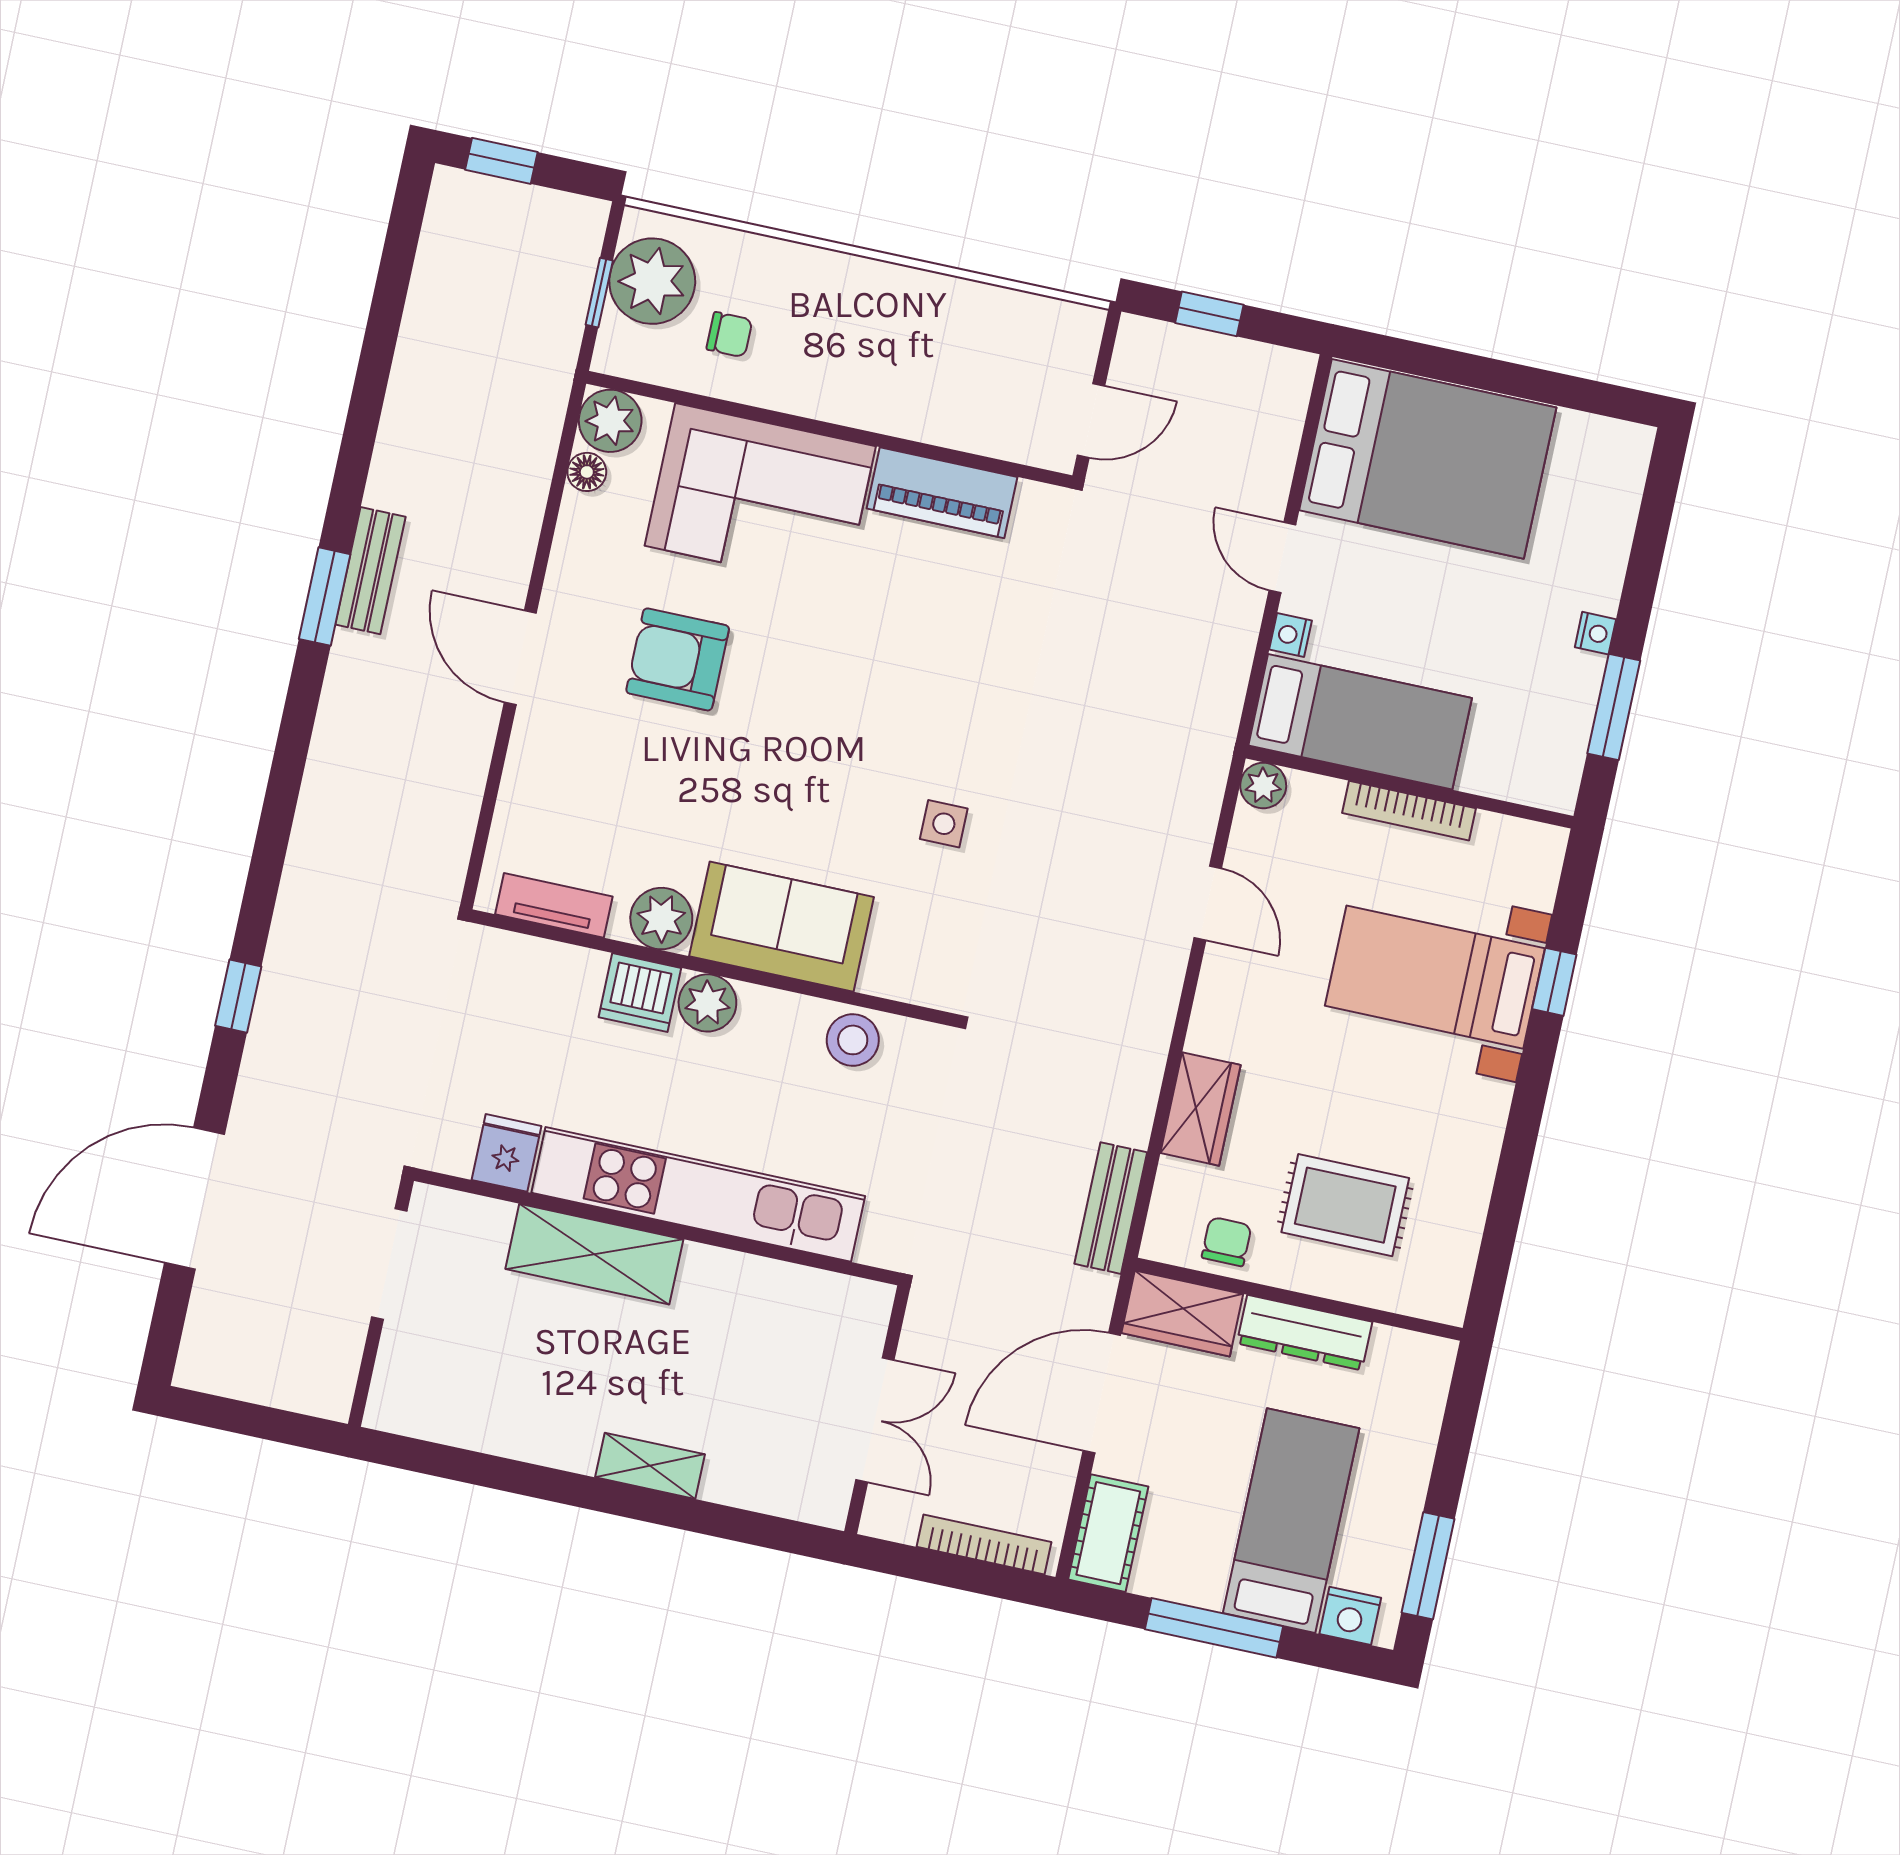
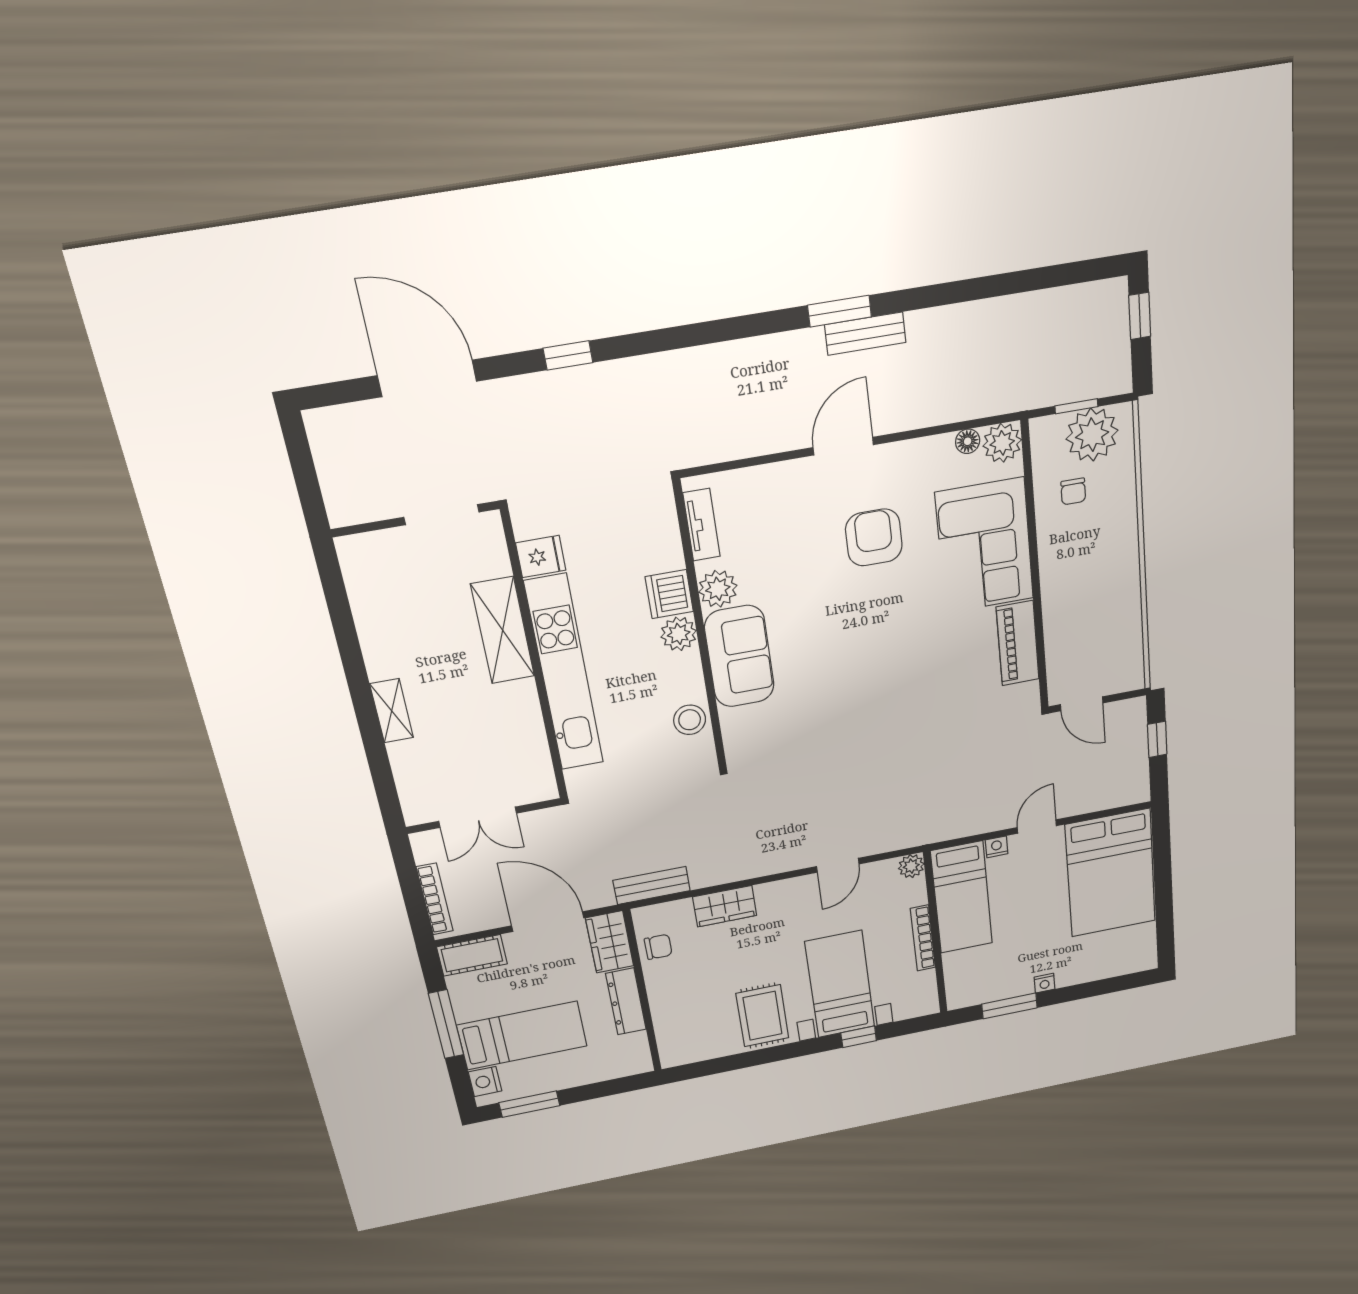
side table: (944, 824) -> (831, 718), removed
rug: (1345, 1205) -> (762, 1016), moved

